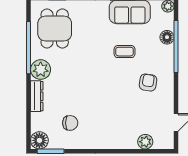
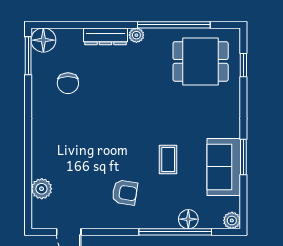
plant: (41, 70) -> (136, 35), width x0.53, depth x0.53

